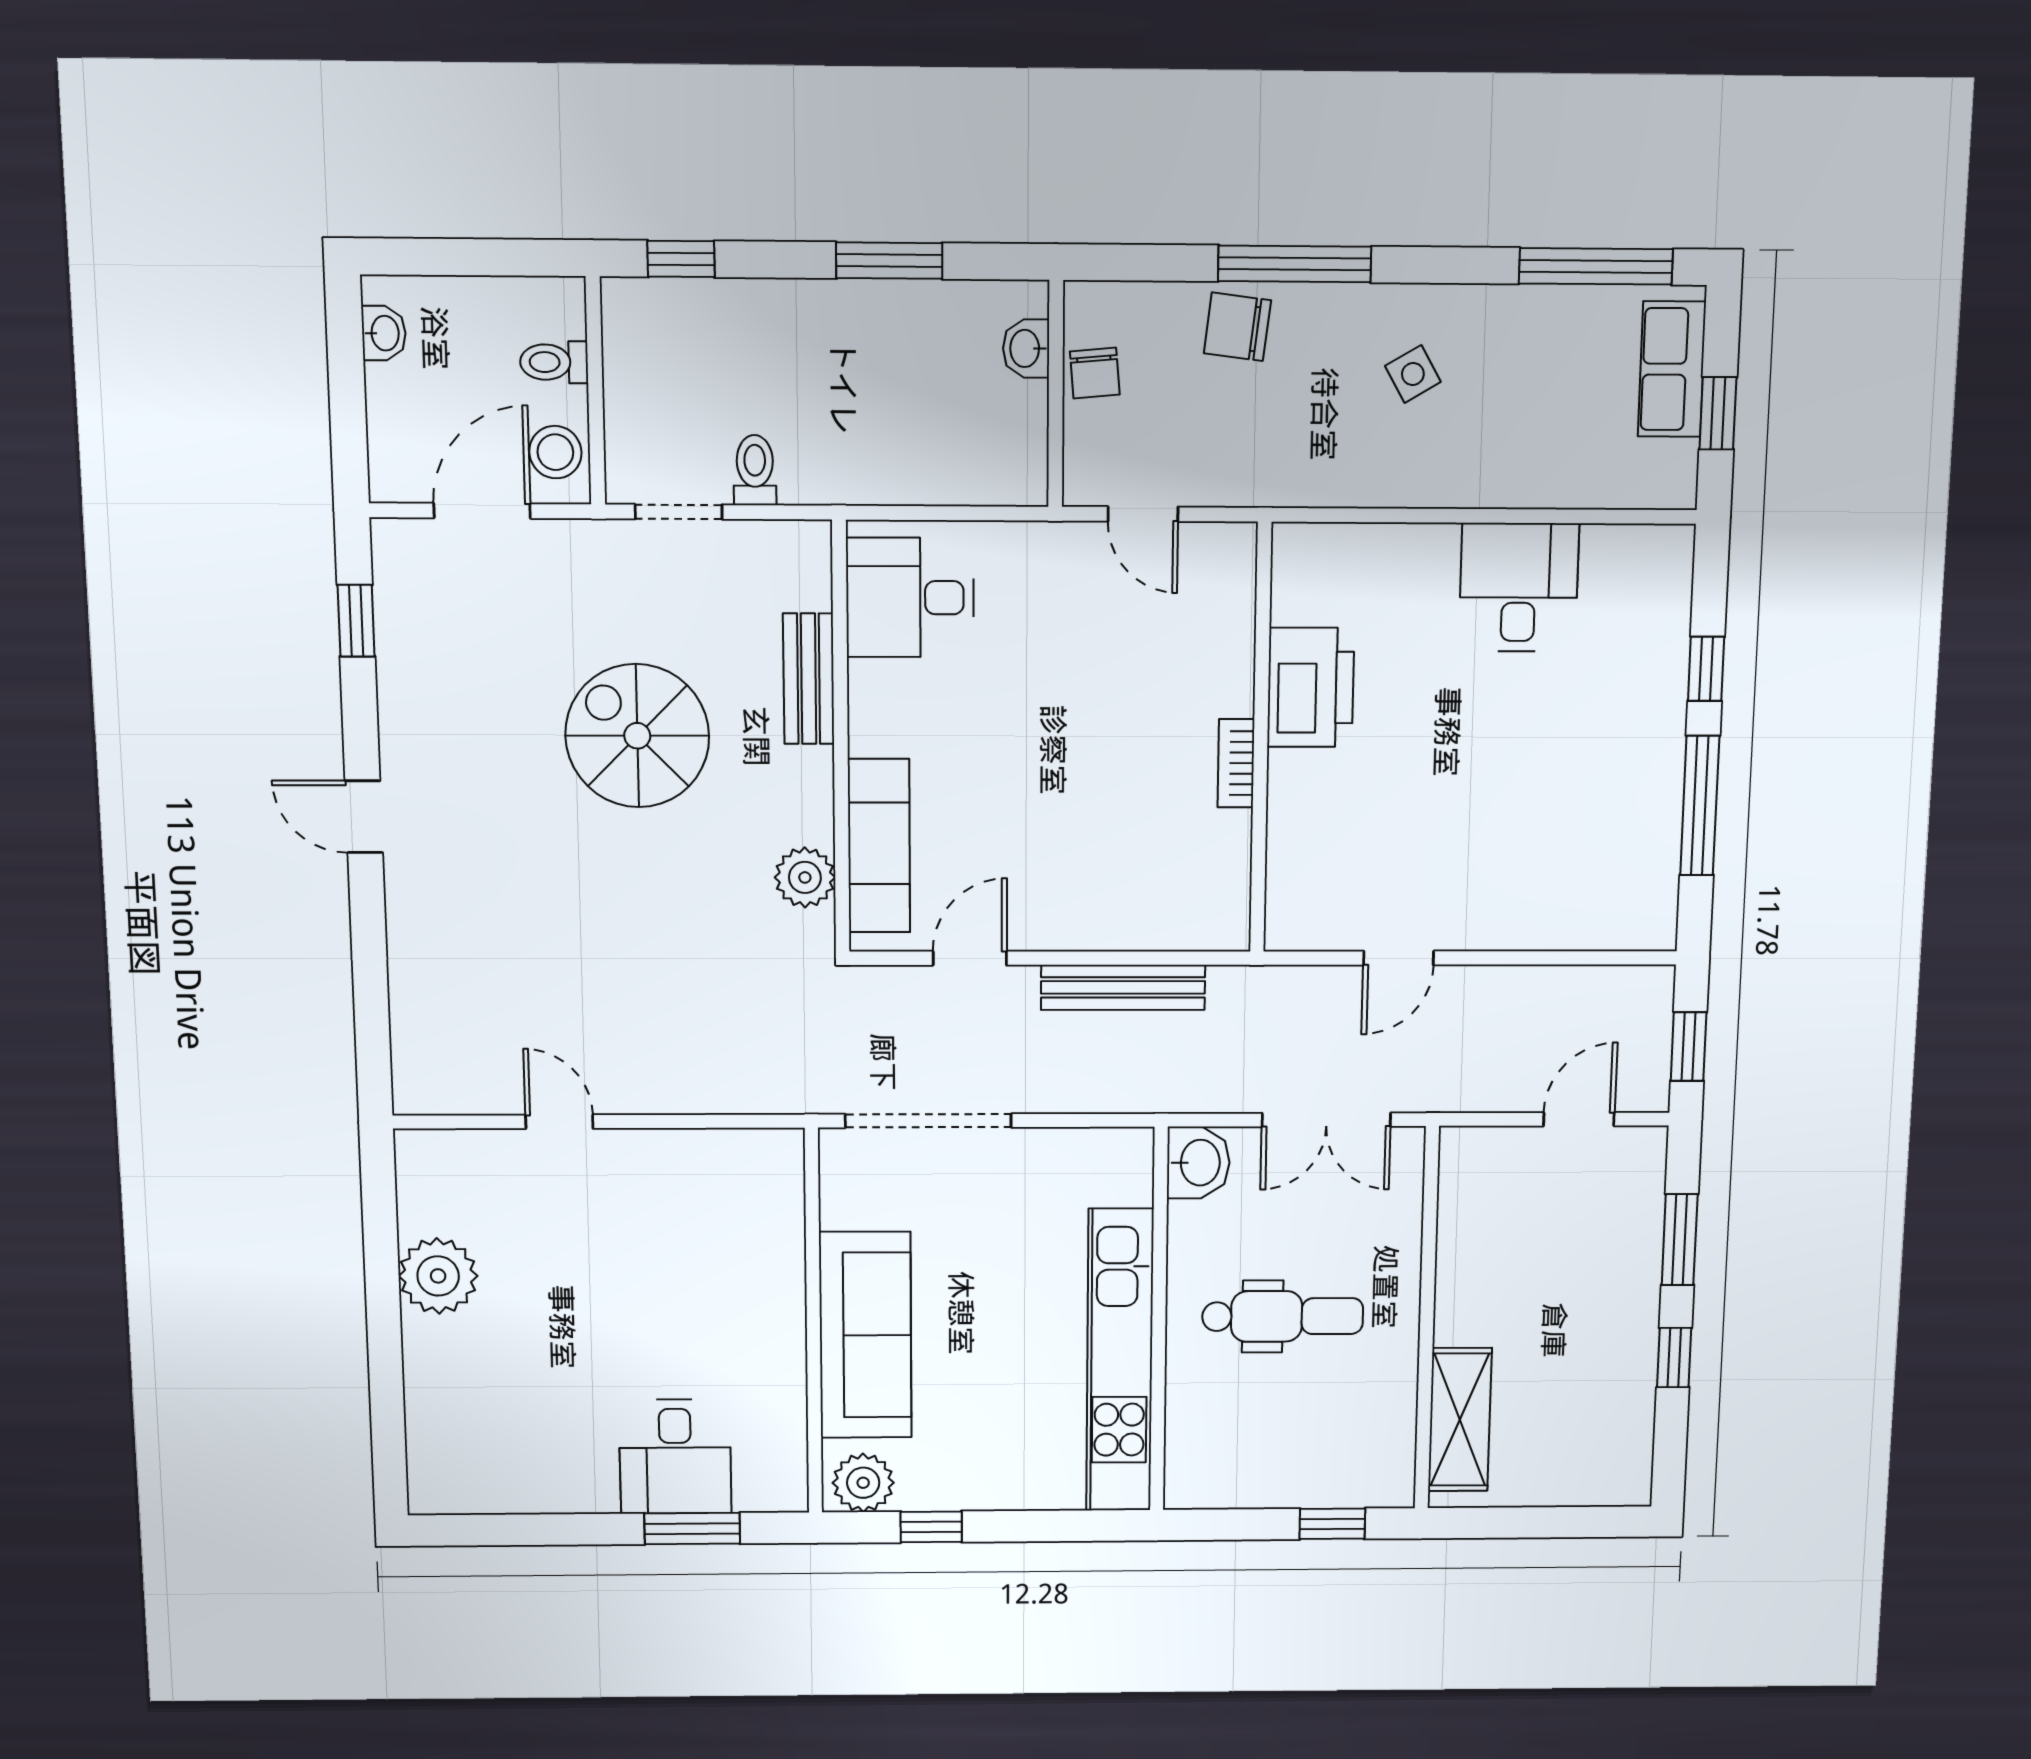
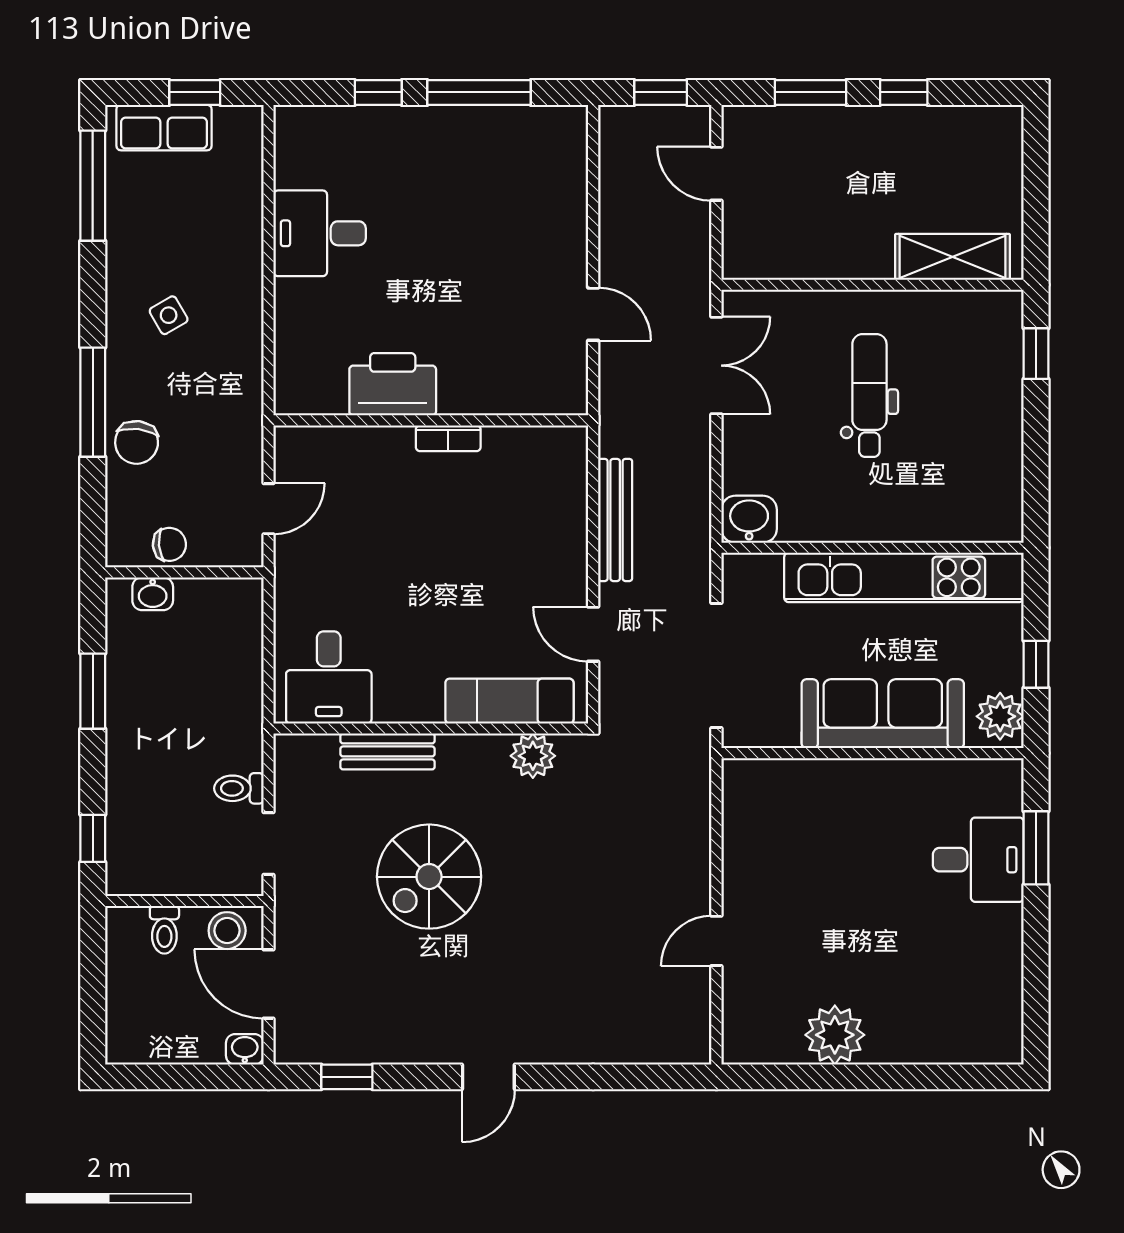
washbasin: (384, 333) -> (245, 1049), moved
washbasin: (1198, 1163) -> (749, 519), moved
wall: (1159, 1321) -> (872, 548), moved
kitchen unit: (1120, 1361) -> (904, 577), moved

